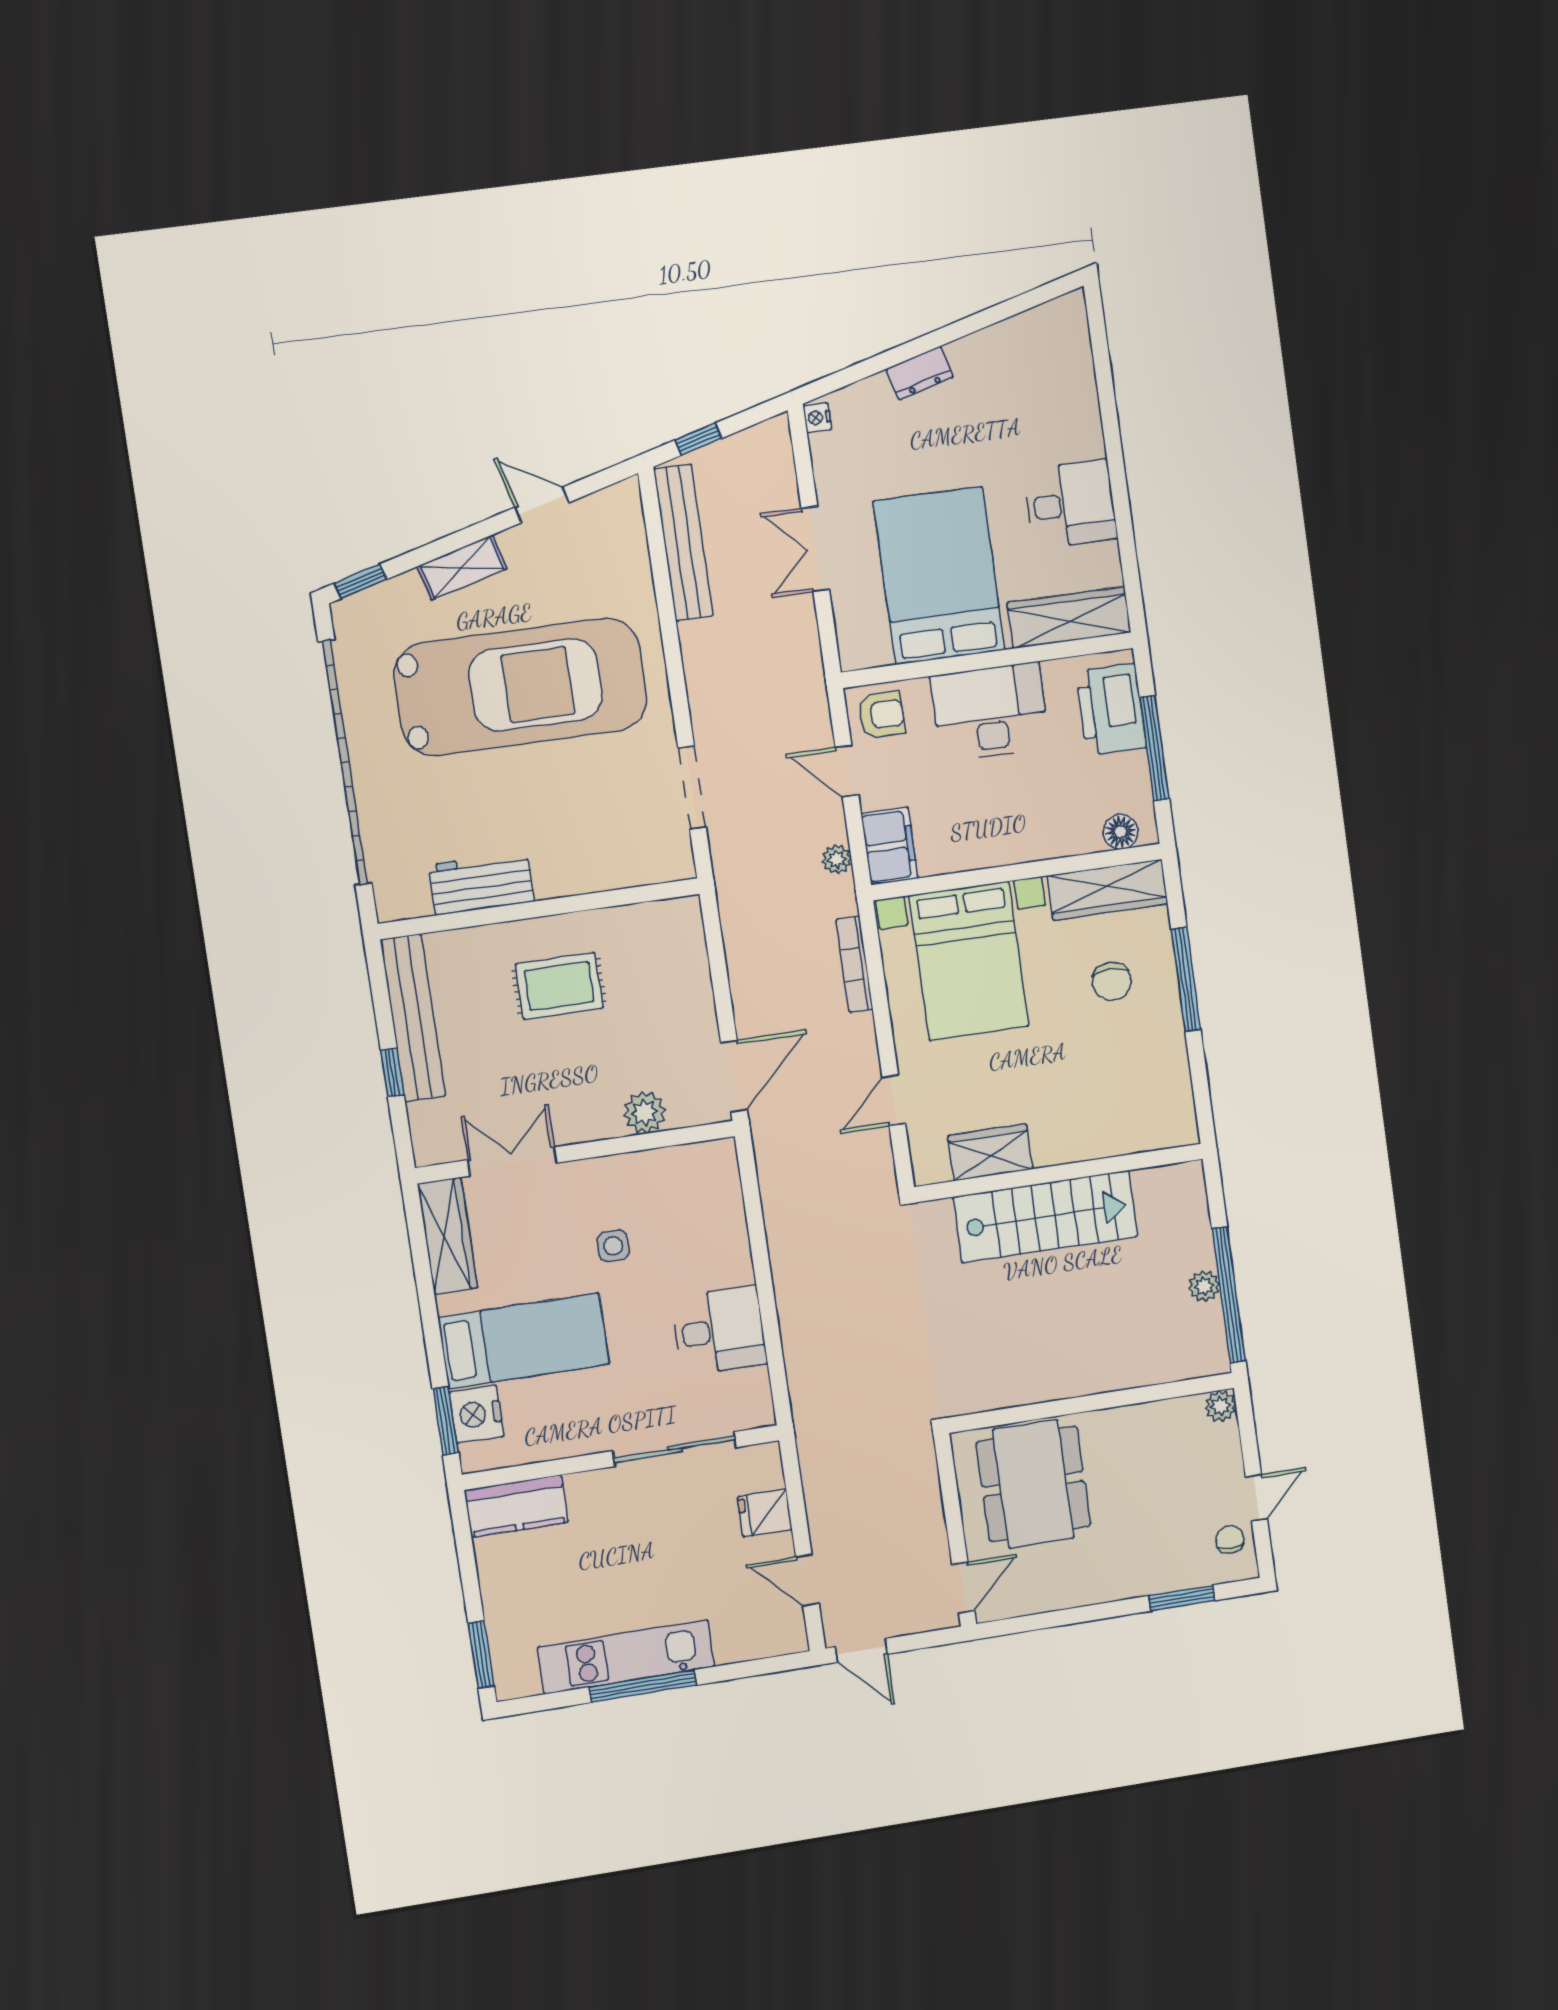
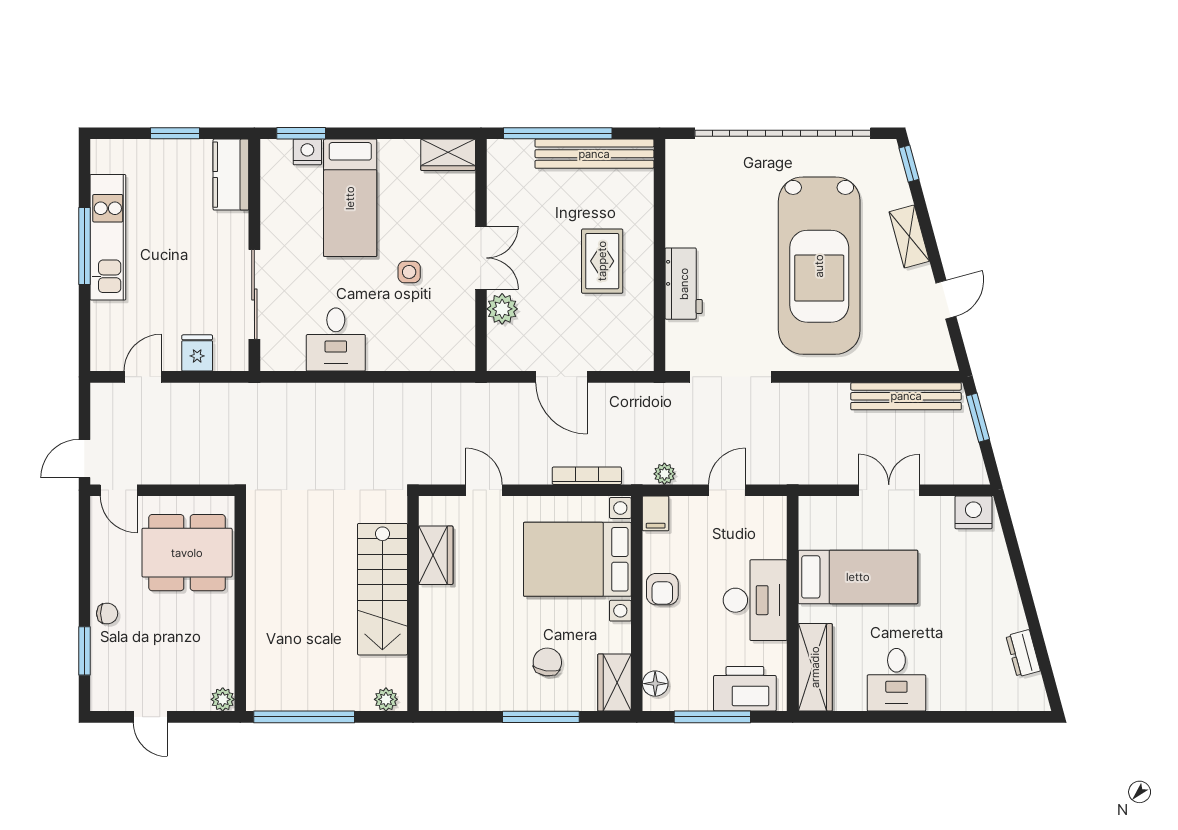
dresser: (920, 373) -> (1023, 653), moved
nightstand: (817, 418) -> (973, 512), width x1.89, depth x1.79
window: (698, 439) -> (978, 418), width x1.50
bed: (939, 576) -> (858, 577), width x0.67
armchair: (881, 715) -> (662, 589), moved
doorway: (692, 788) -> (731, 377), width x1.36
filing cabinet: (890, 846) -> (656, 513), width x0.50
workbench: (481, 883) -> (684, 284), moved
wardrobe: (1108, 890) -> (614, 682), width x0.67
chair: (1112, 981) -> (547, 662), turned 98
window: (392, 1072) -> (558, 133), width x3.17
door: (734, 1076) -> (561, 377), moved
double door: (512, 1161) -> (481, 258), moved
wardrobe: (447, 1236) -> (448, 155), width x0.67
plant: (1204, 1286) -> (386, 699), moved
nightstand: (477, 1414) -> (307, 152), width x0.74, depth x0.75
chair: (1230, 1539) -> (107, 613), moved
door: (861, 1650) -> (84, 459), moved
window: (481, 1655) -> (175, 133), moved

